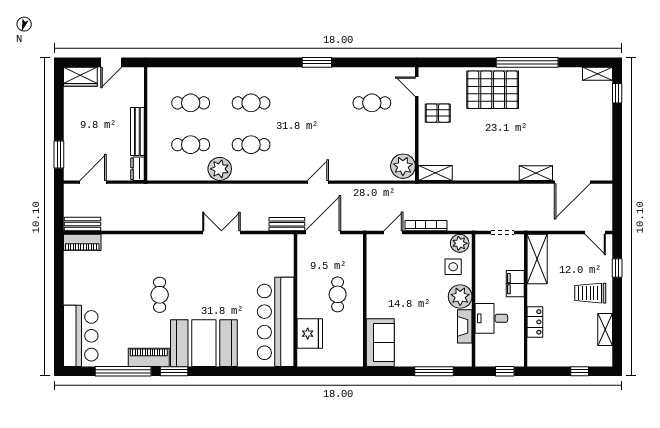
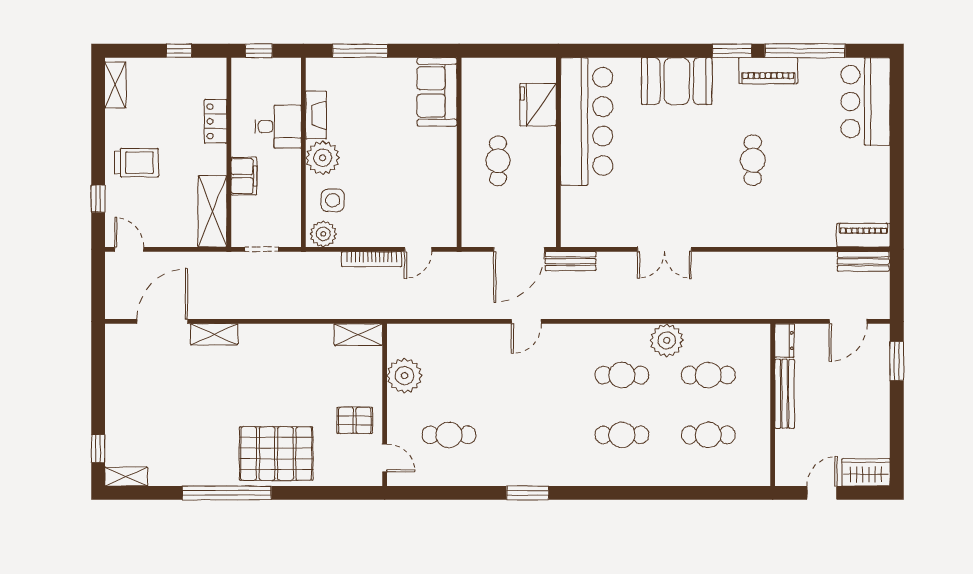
plant: (403, 166) -> (404, 376), moved
shelving: (605, 330) -> (115, 85), moved
booth: (204, 343) -> (677, 81), width x0.73, depth x0.70
window: (580, 371) -> (179, 51), moved

